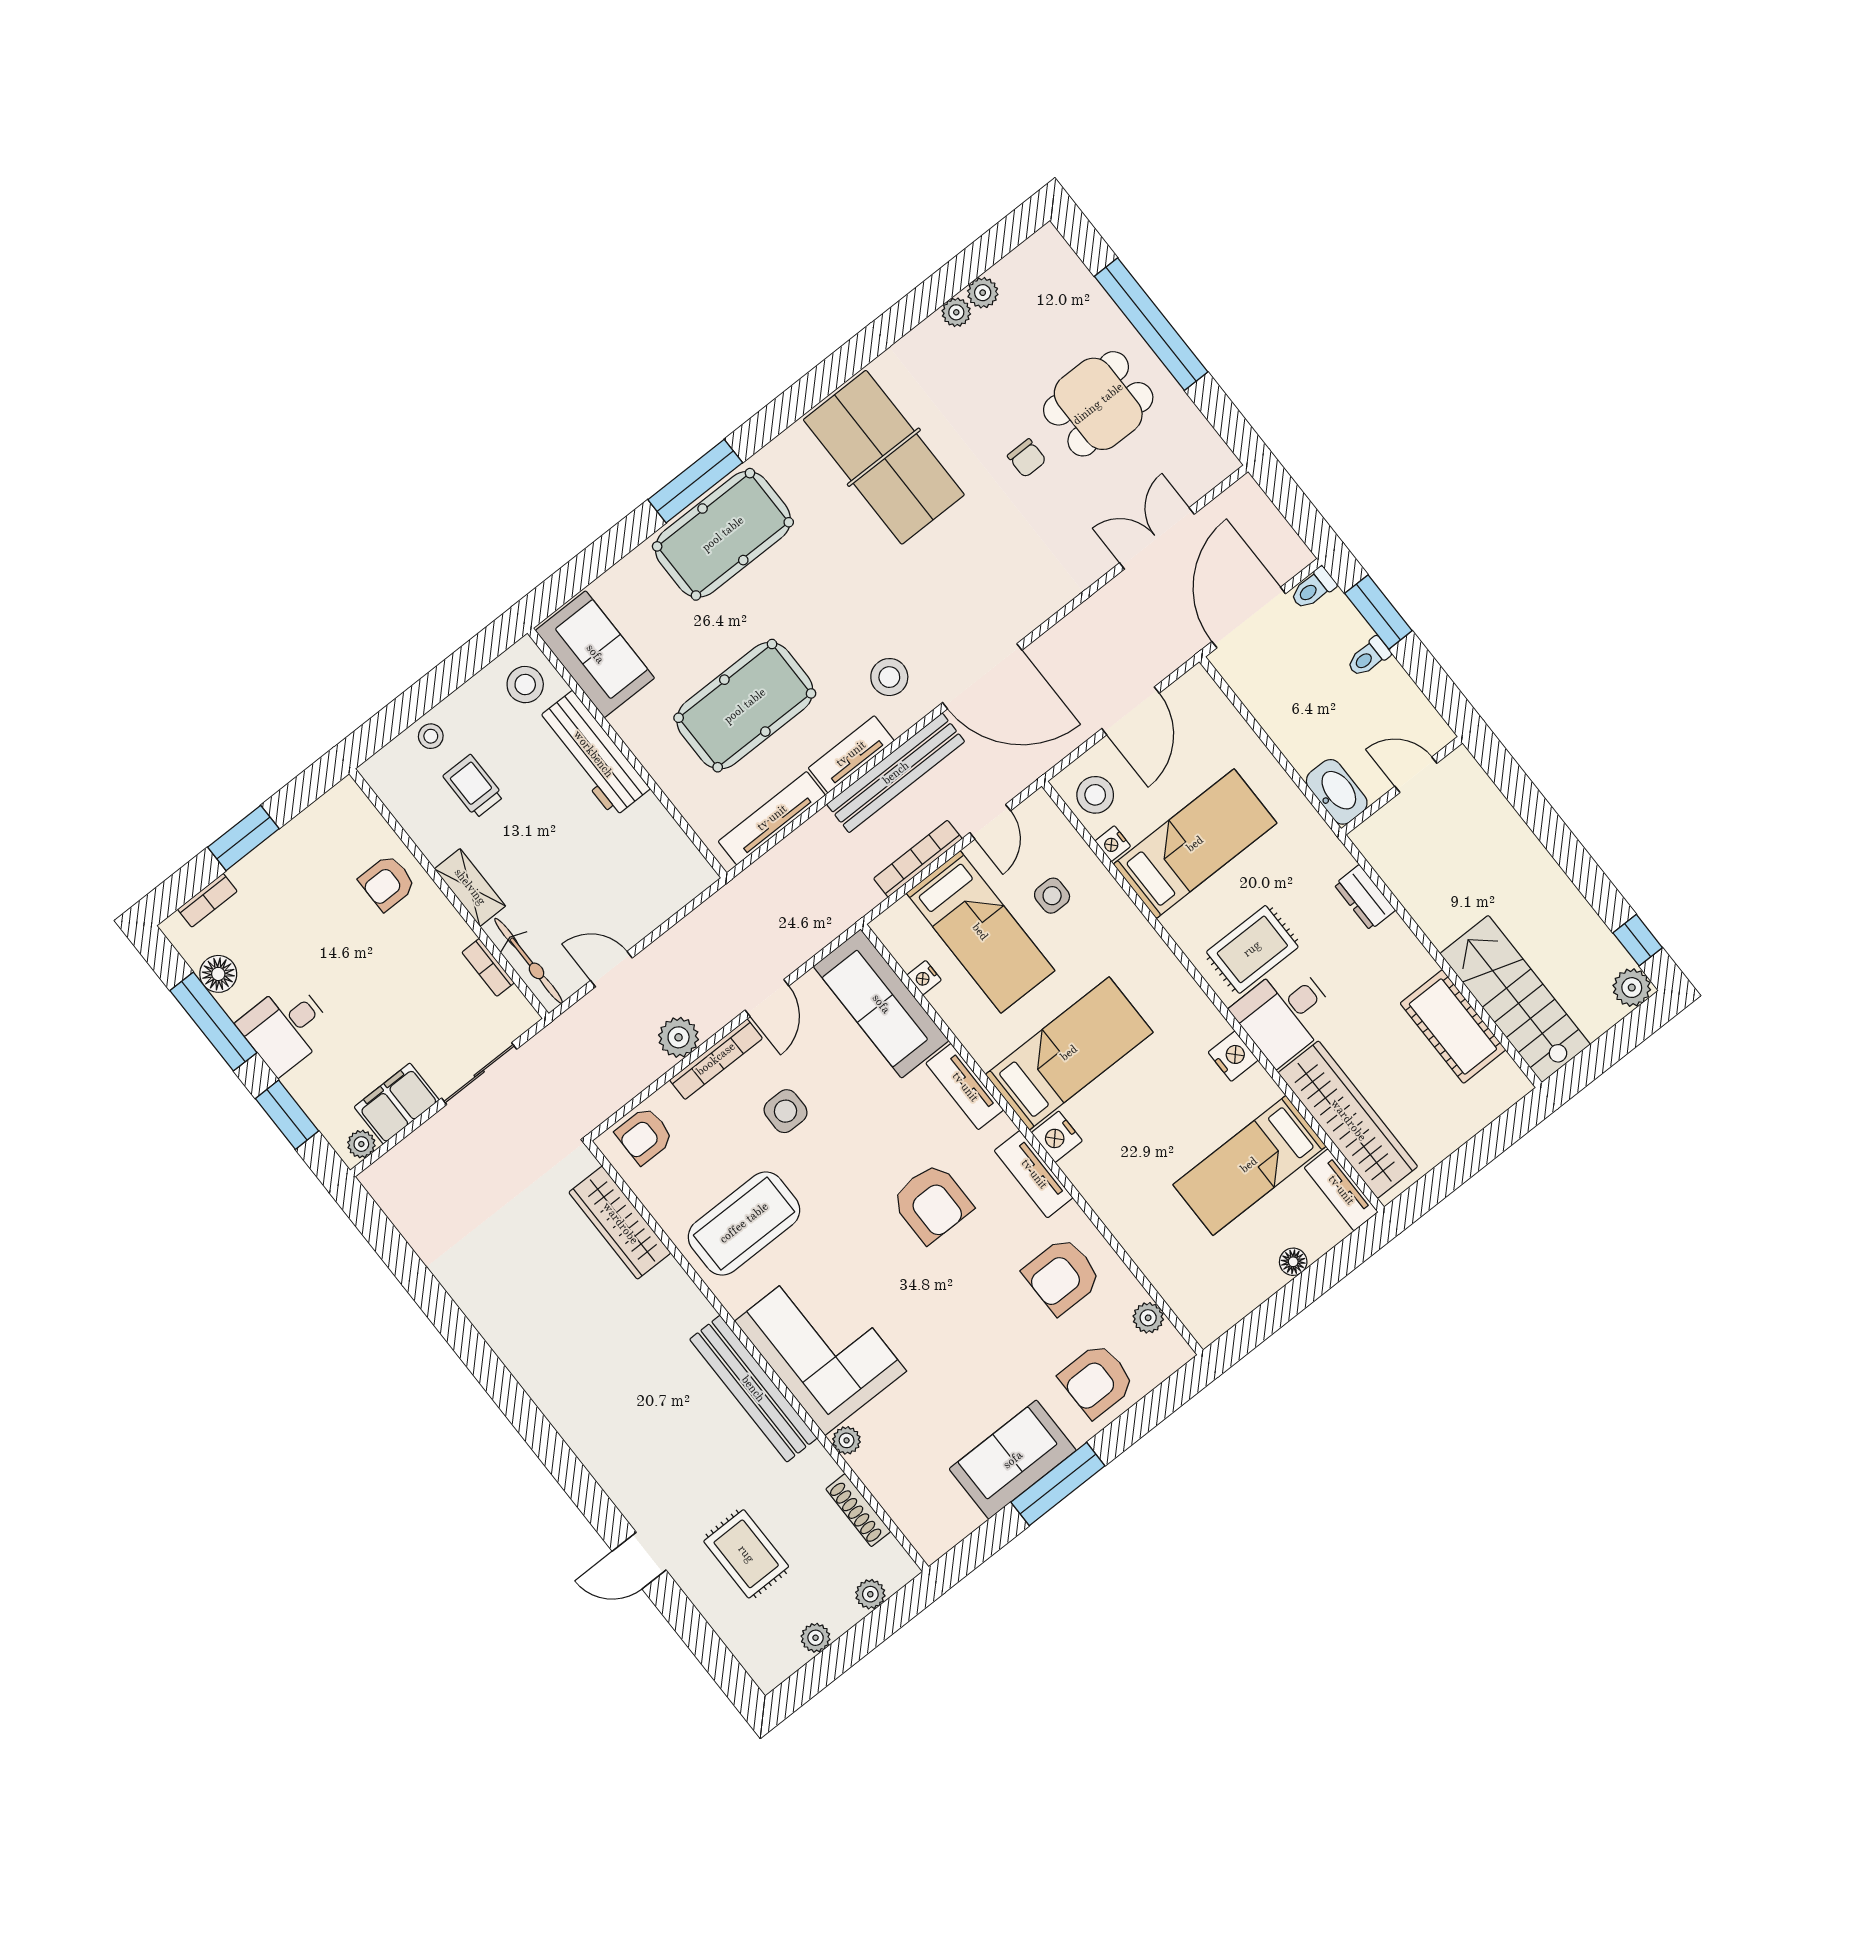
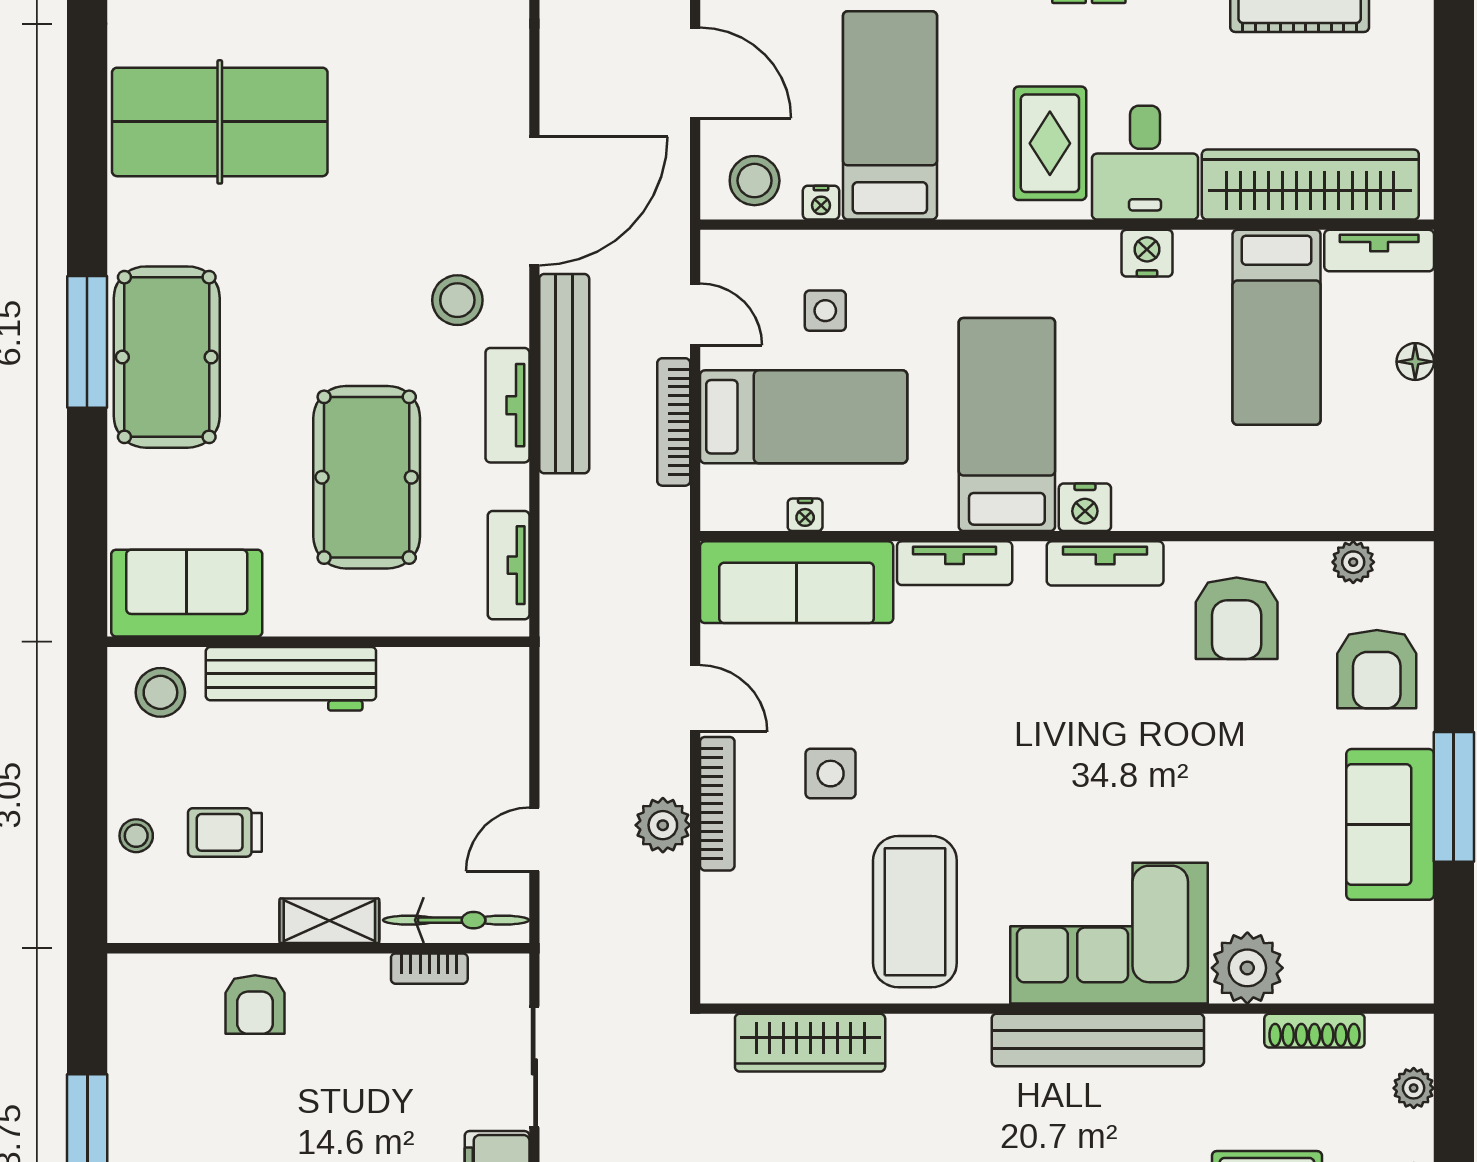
tv unit: (772, 818) -> (509, 565), width x0.71
armchair: (644, 1136) -> (738, 944), removed
armchair: (932, 1203) -> (1050, 695), removed
plant: (847, 1440) -> (1247, 968), width x1.88, depth x1.88

